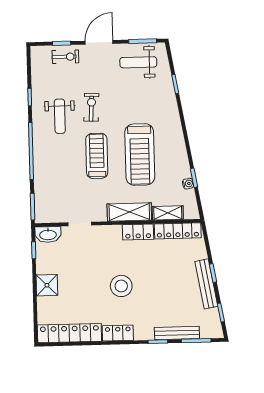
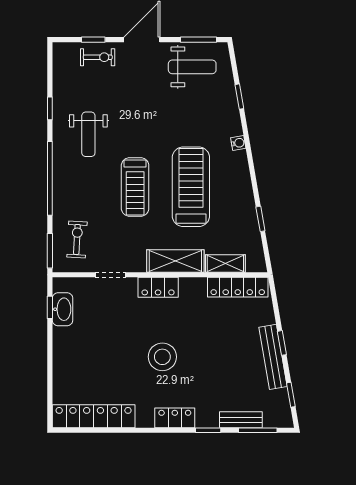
weight bench: (138, 62) -> (192, 67), turned 180
exercise bike: (91, 107) -> (77, 239), moved
treadmill: (140, 155) -> (191, 187), turned 180
treadmill: (97, 156) -> (135, 187), turned 180
water cooler: (188, 184) -> (238, 143), moved
locker: (138, 232) -> (158, 287), moved
washbasin: (48, 234) -> (62, 309), moved, turned -90
shower: (47, 285) -> (66, 353), removed
locker: (118, 333) -> (175, 418), moved
bench: (177, 333) -> (241, 420), width x0.73

